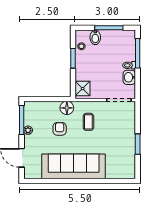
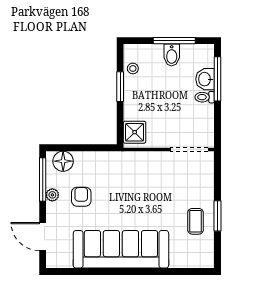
bidet: (95, 37) -> (172, 55), moved
washbasin: (129, 77) -> (205, 79), moved
floor lamp: (67, 108) -> (63, 161), moved
coffee table: (88, 122) -> (196, 221), moved
armchair: (60, 129) -> (81, 197), moved

